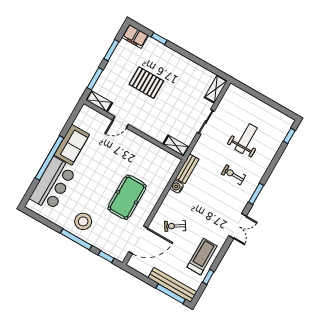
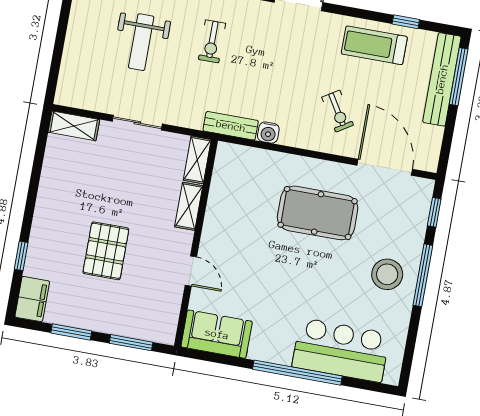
shelving: (99, 101) -> (189, 206), moved
weight bench: (246, 139) -> (141, 42), turned -90
sofa: (72, 145) -> (217, 334), moved

